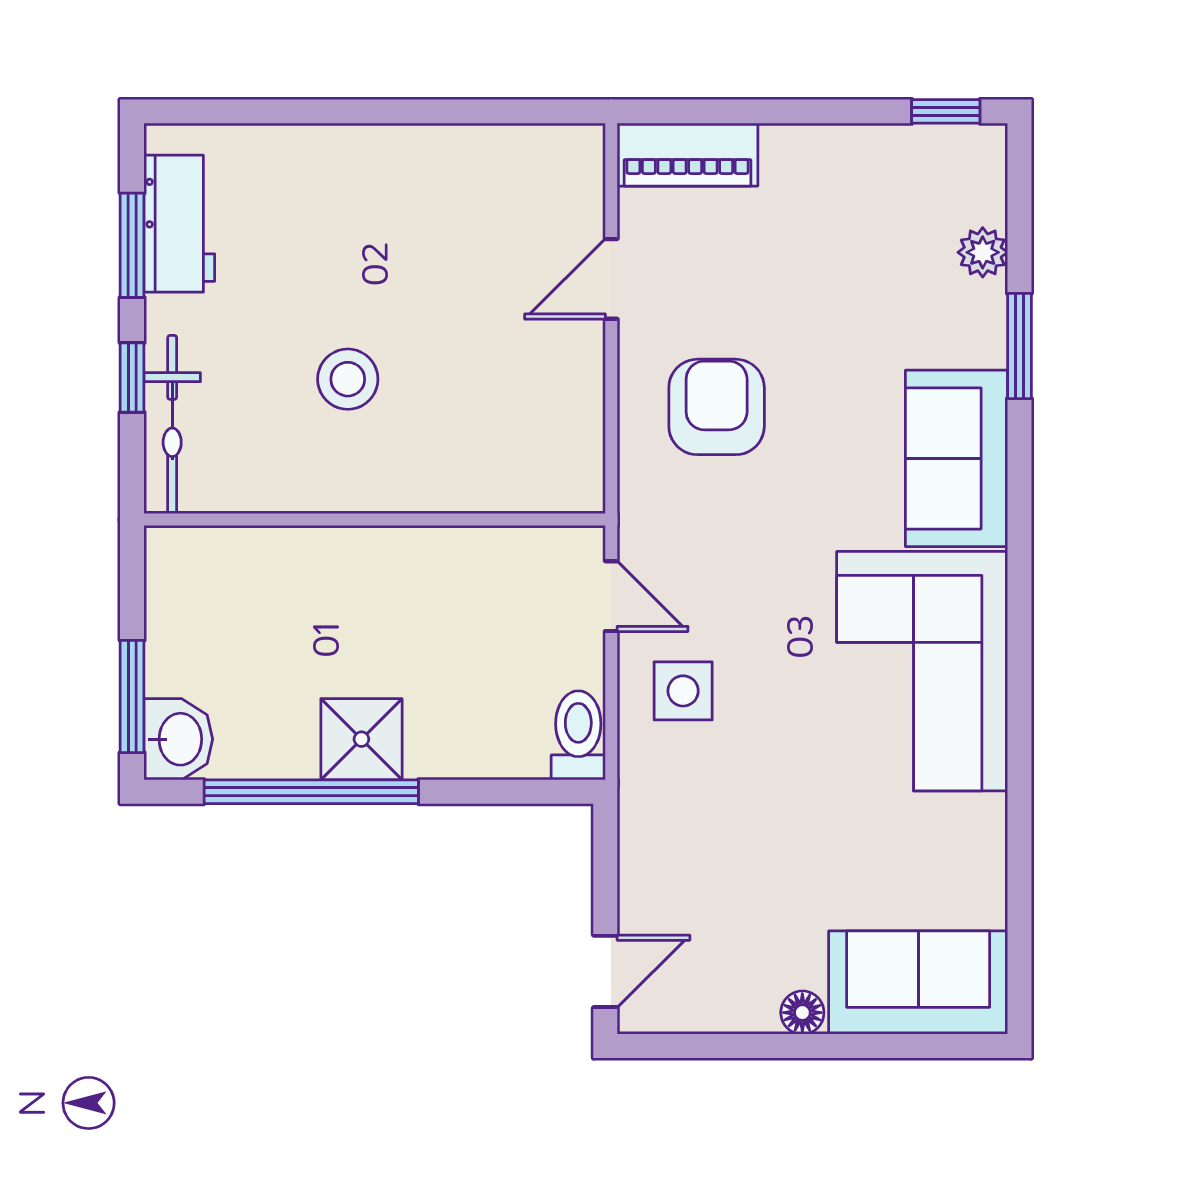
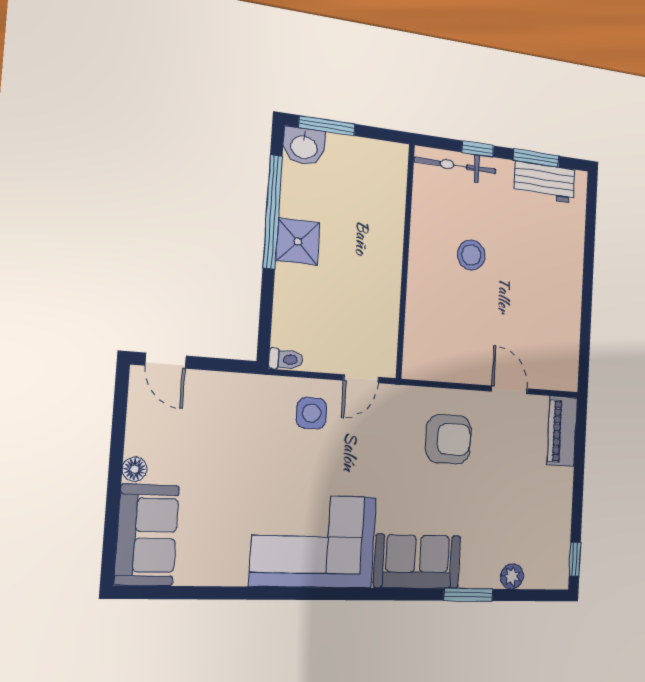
toilet: (578, 735) -> (286, 359), width x0.73, depth x0.72

